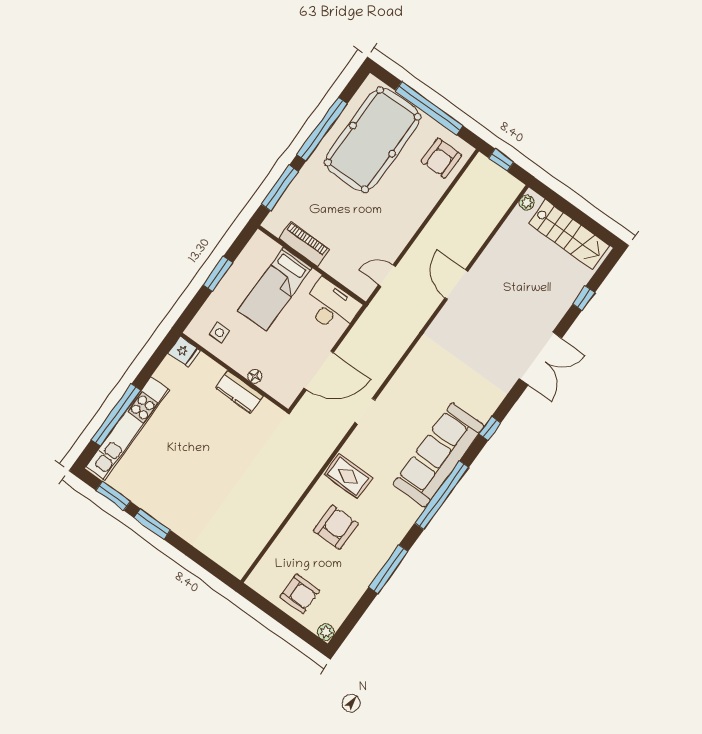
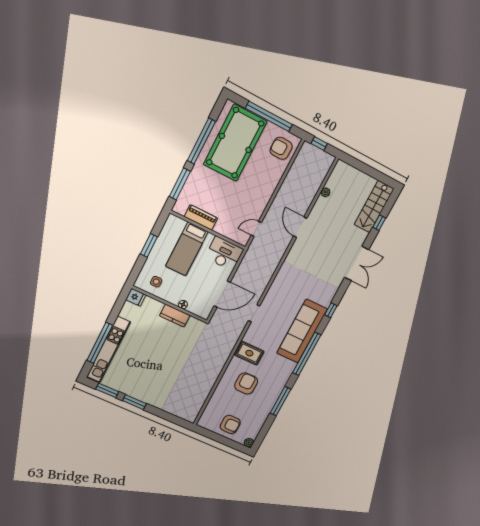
armchair: (441, 158) -> (281, 148), turned 90
plant: (527, 203) -> (325, 192), moved
stairs: (569, 234) -> (374, 207), moved, turned 90

